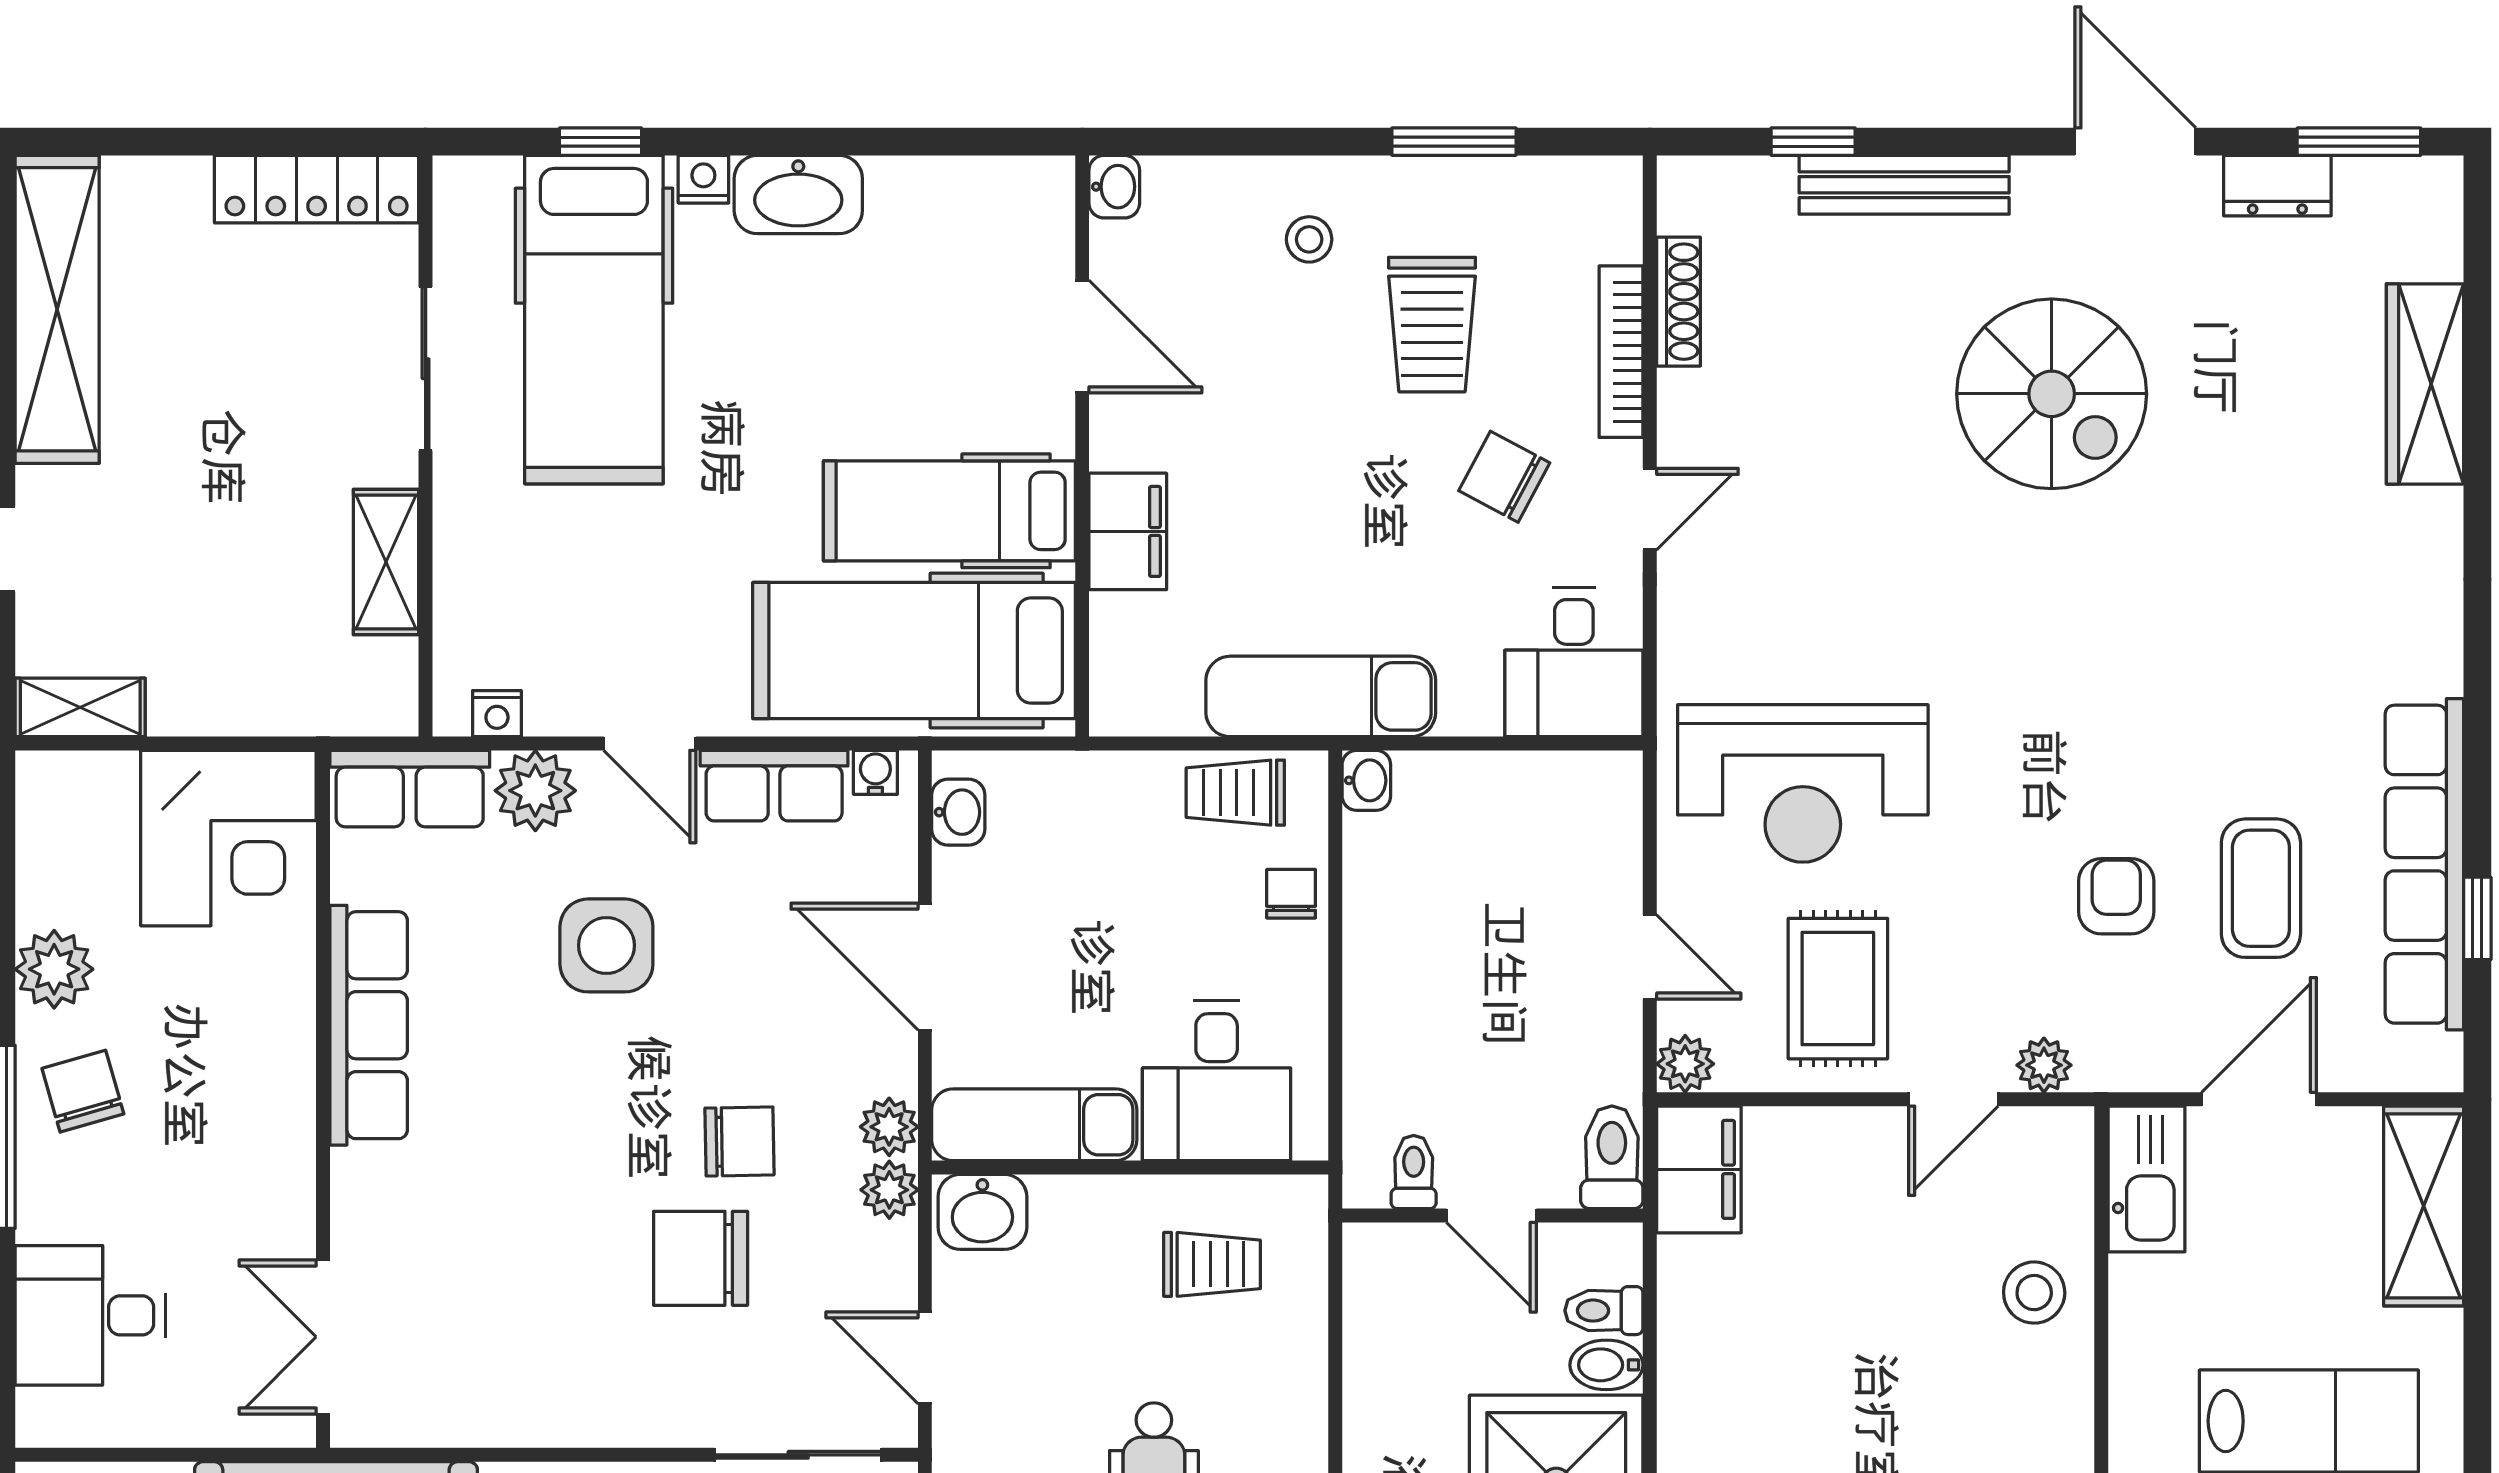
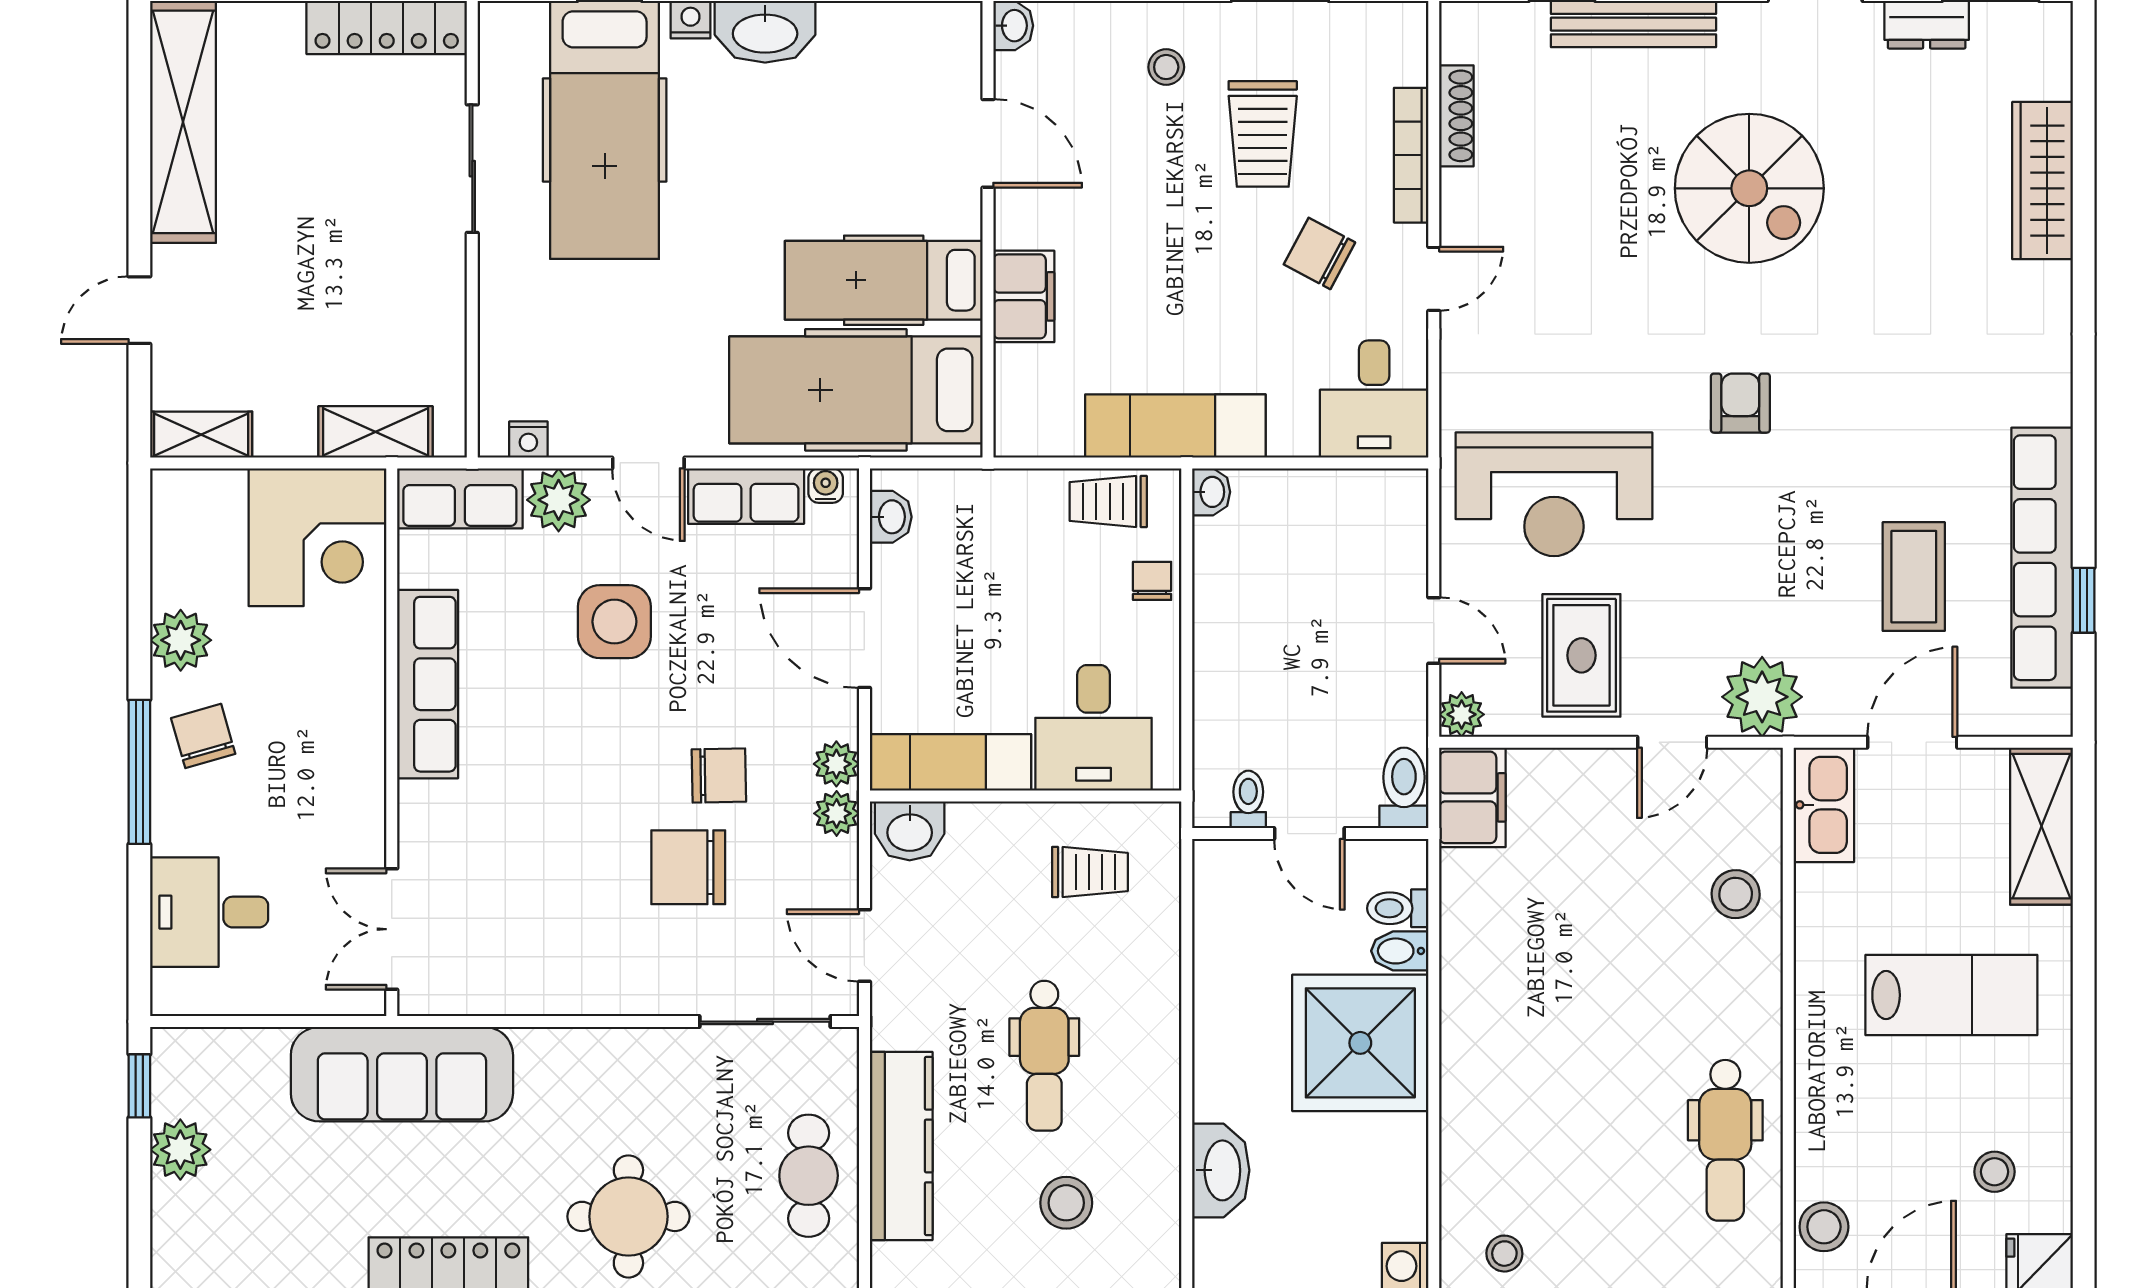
shelving: (386, 562) -> (376, 432), moved, turned 90
armchair: (2116, 896) -> (1740, 403), moved
plant: (2044, 1065) -> (1762, 697), width x1.88, depth x1.88

